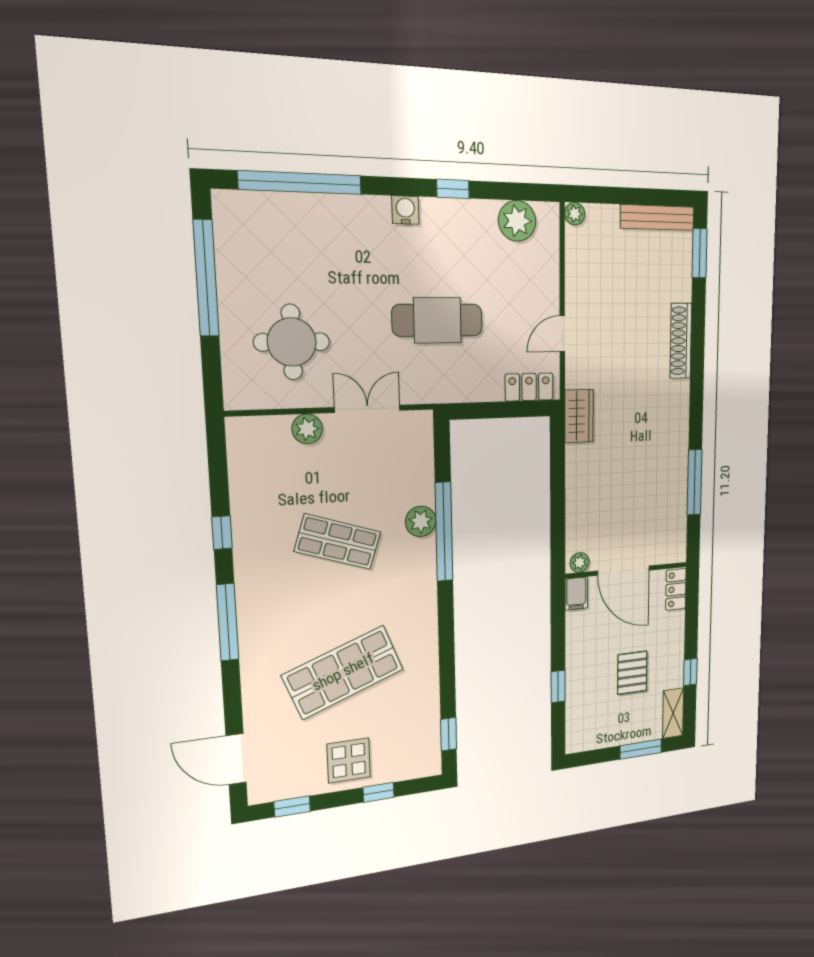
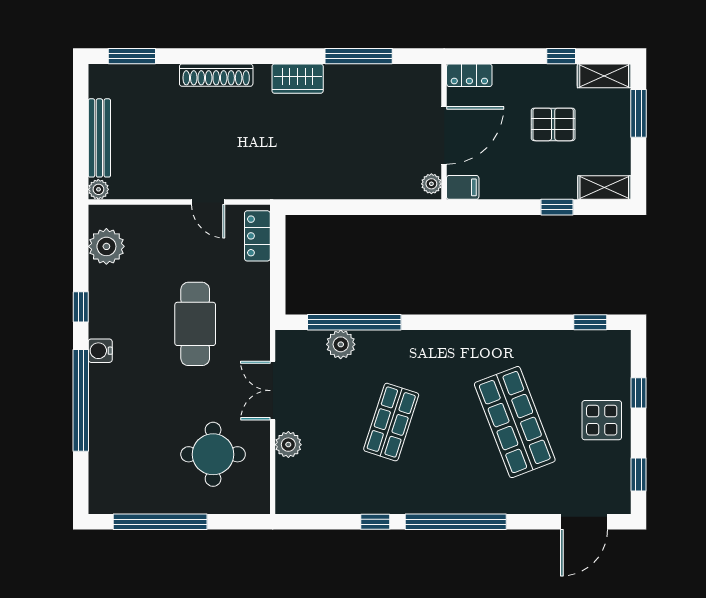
window: (300, 183) -> (81, 400), moved
bench: (657, 218) -> (99, 138), moved
wardrobe: (579, 416) -> (298, 79), moved, turned 180
plant: (421, 521) -> (341, 344), moved
window: (444, 532) -> (354, 322), moved
window: (228, 622) -> (456, 522), width x1.46
shelving: (576, 728) -> (604, 188), added

